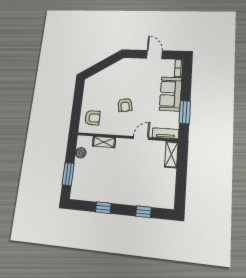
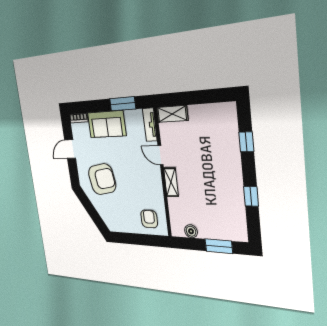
armchair: (125, 105) -> (102, 179), moved, width x1.88, depth x1.88
shelving: (104, 142) -> (171, 182), moved

